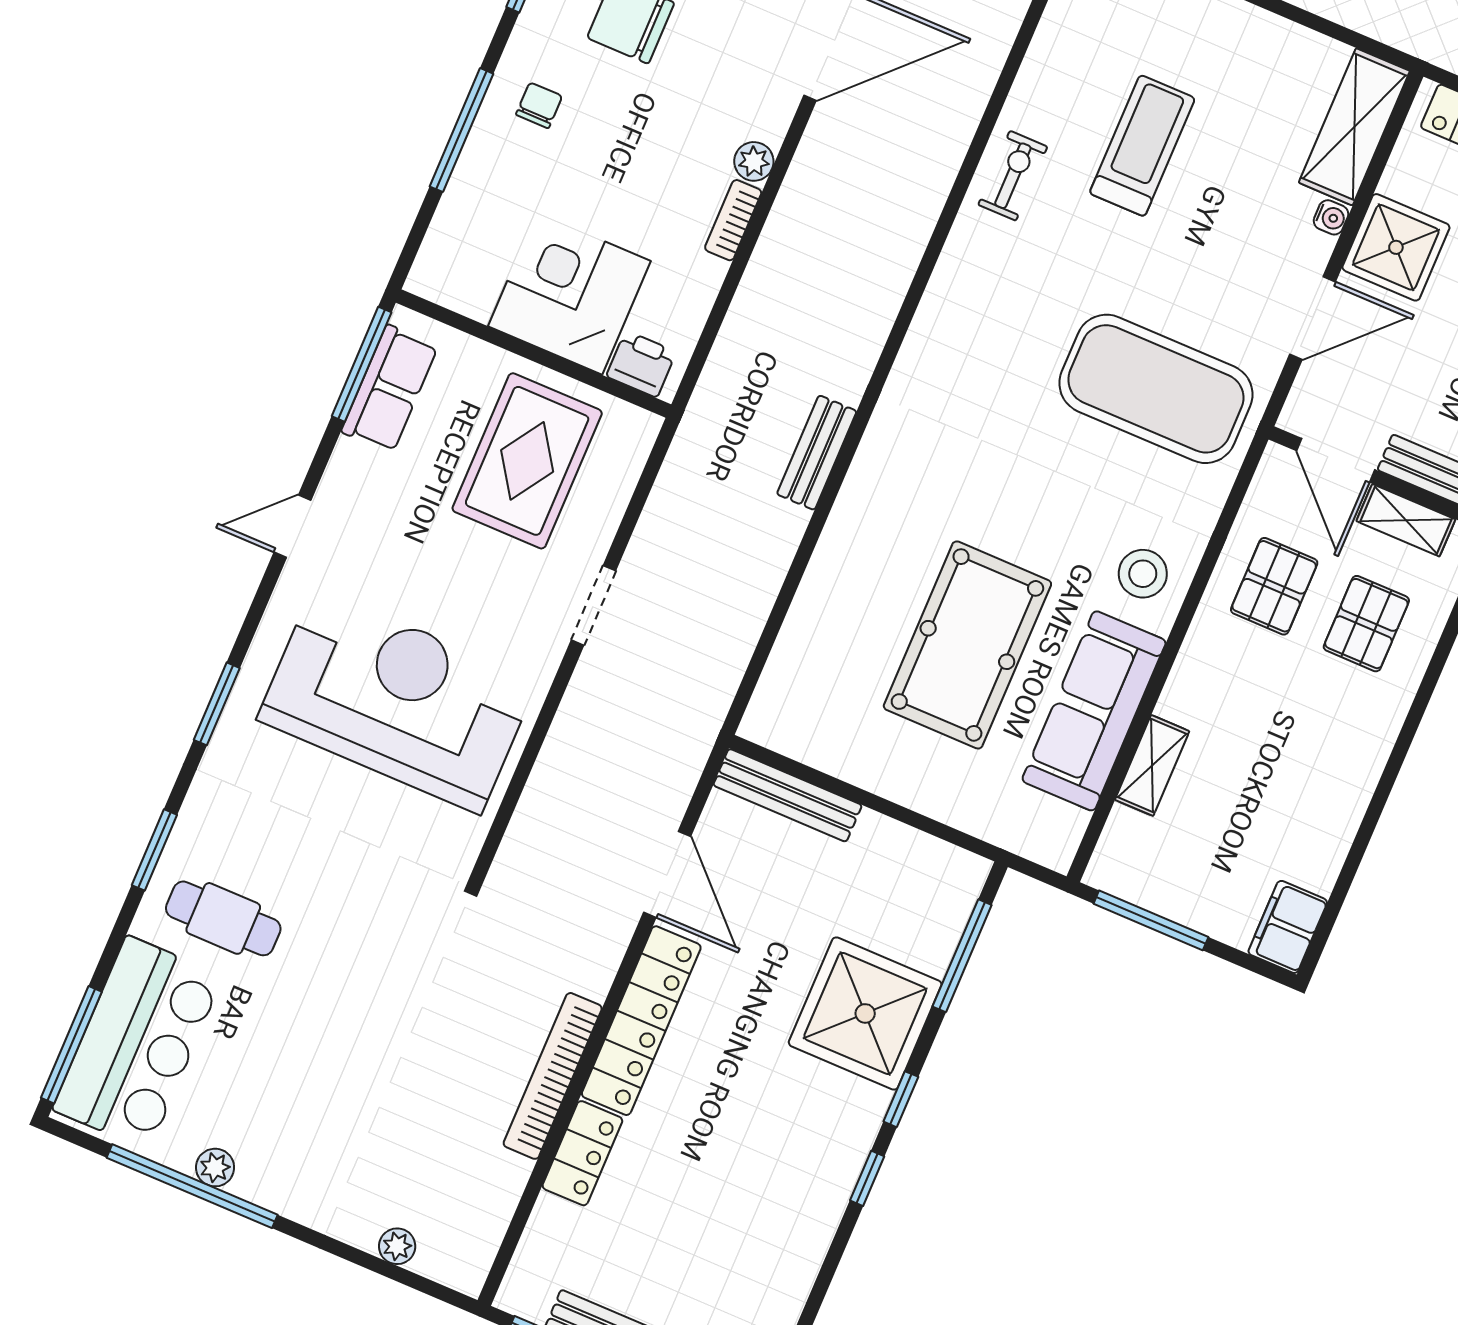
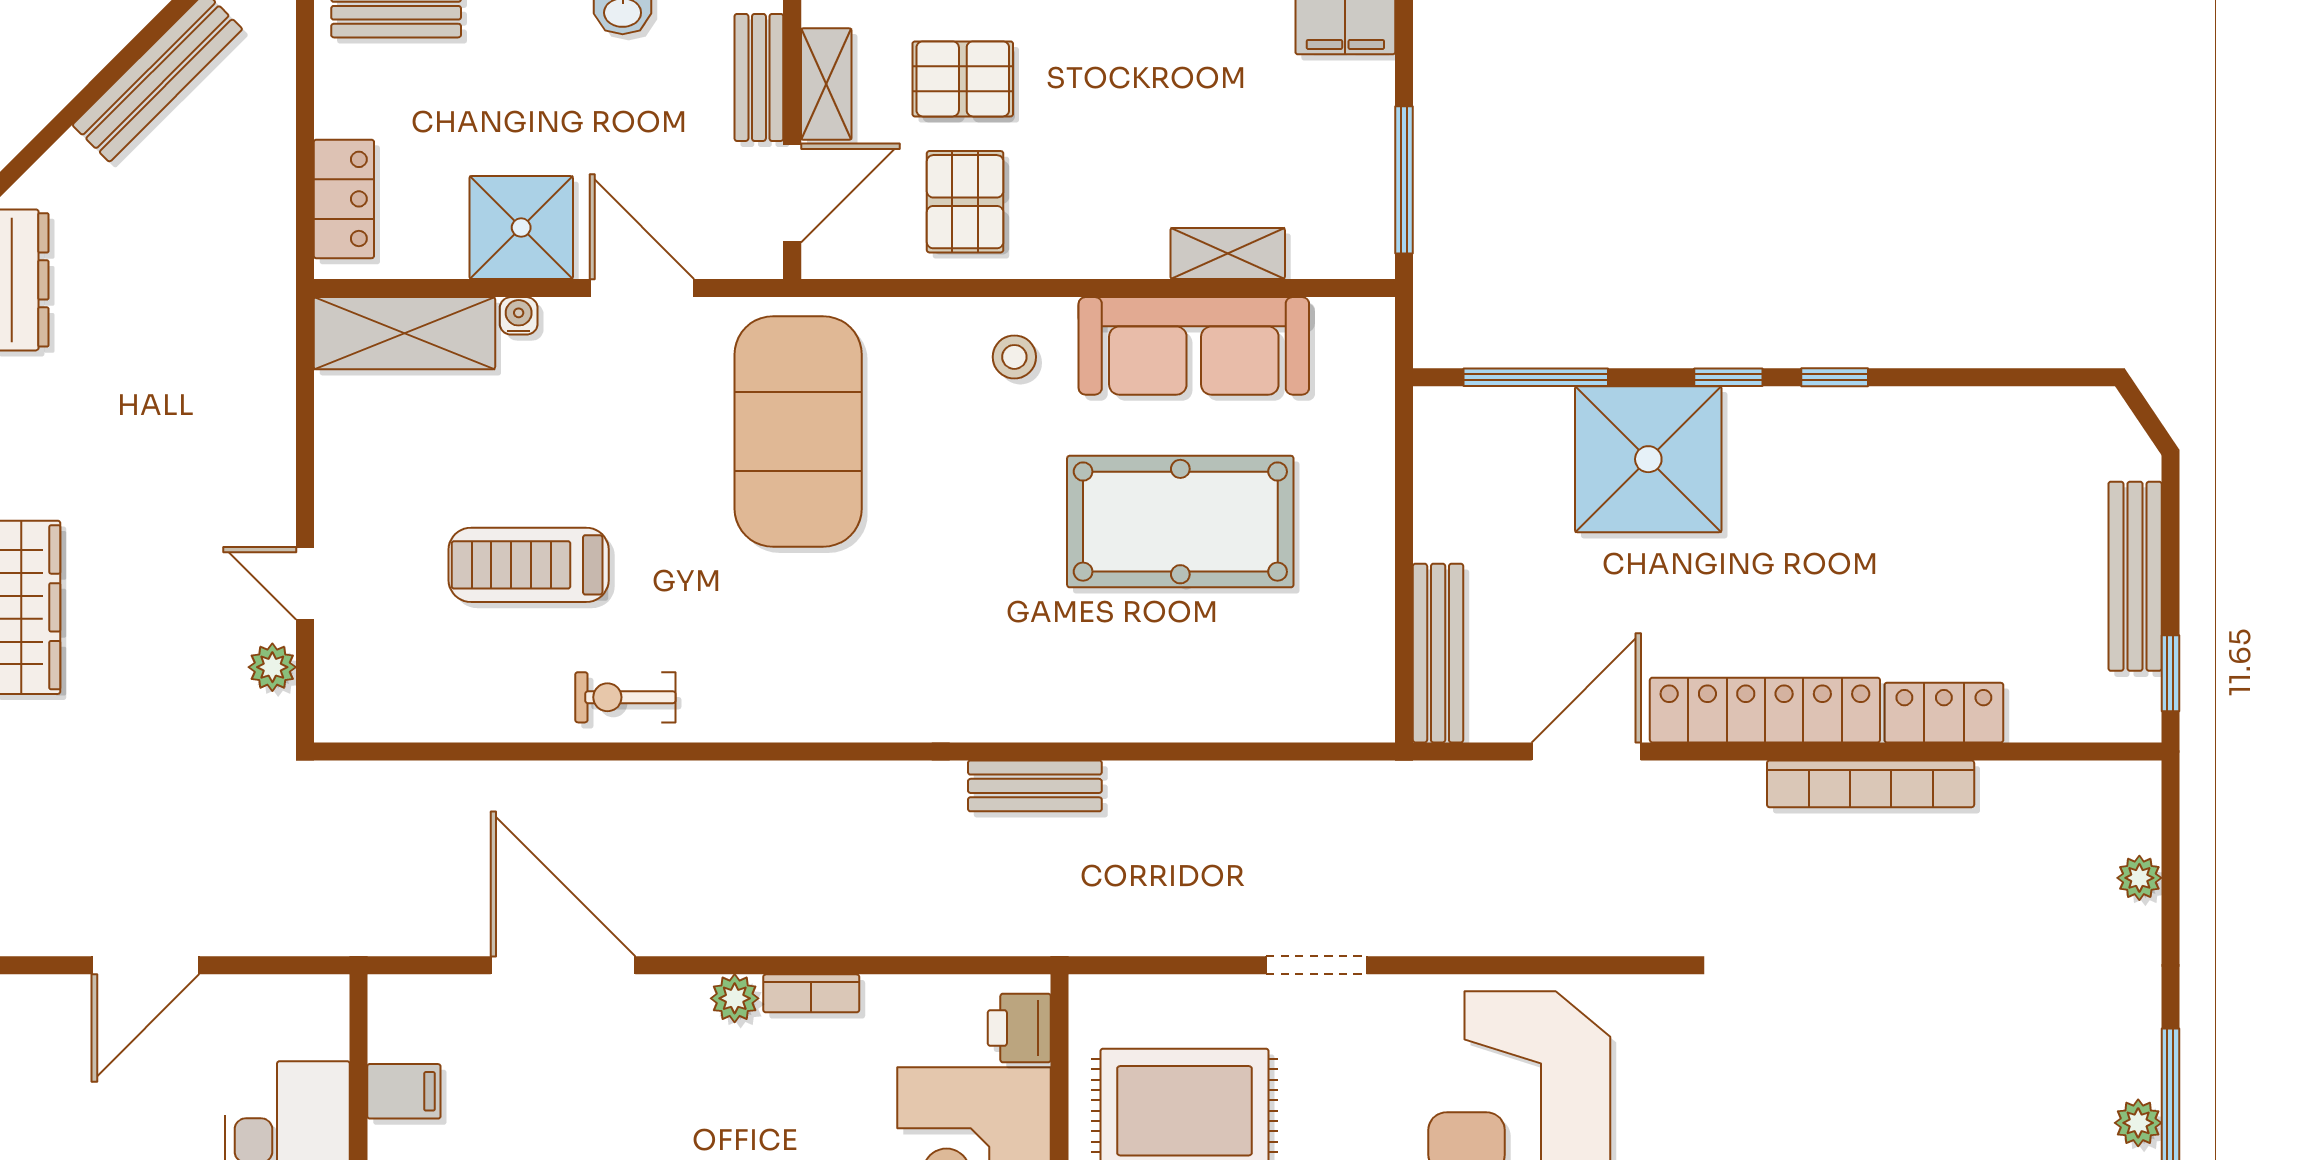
stool: (1143, 574) -> (1014, 357), width x0.73, depth x0.73
pallet: (1274, 586) -> (965, 202), turned 90

